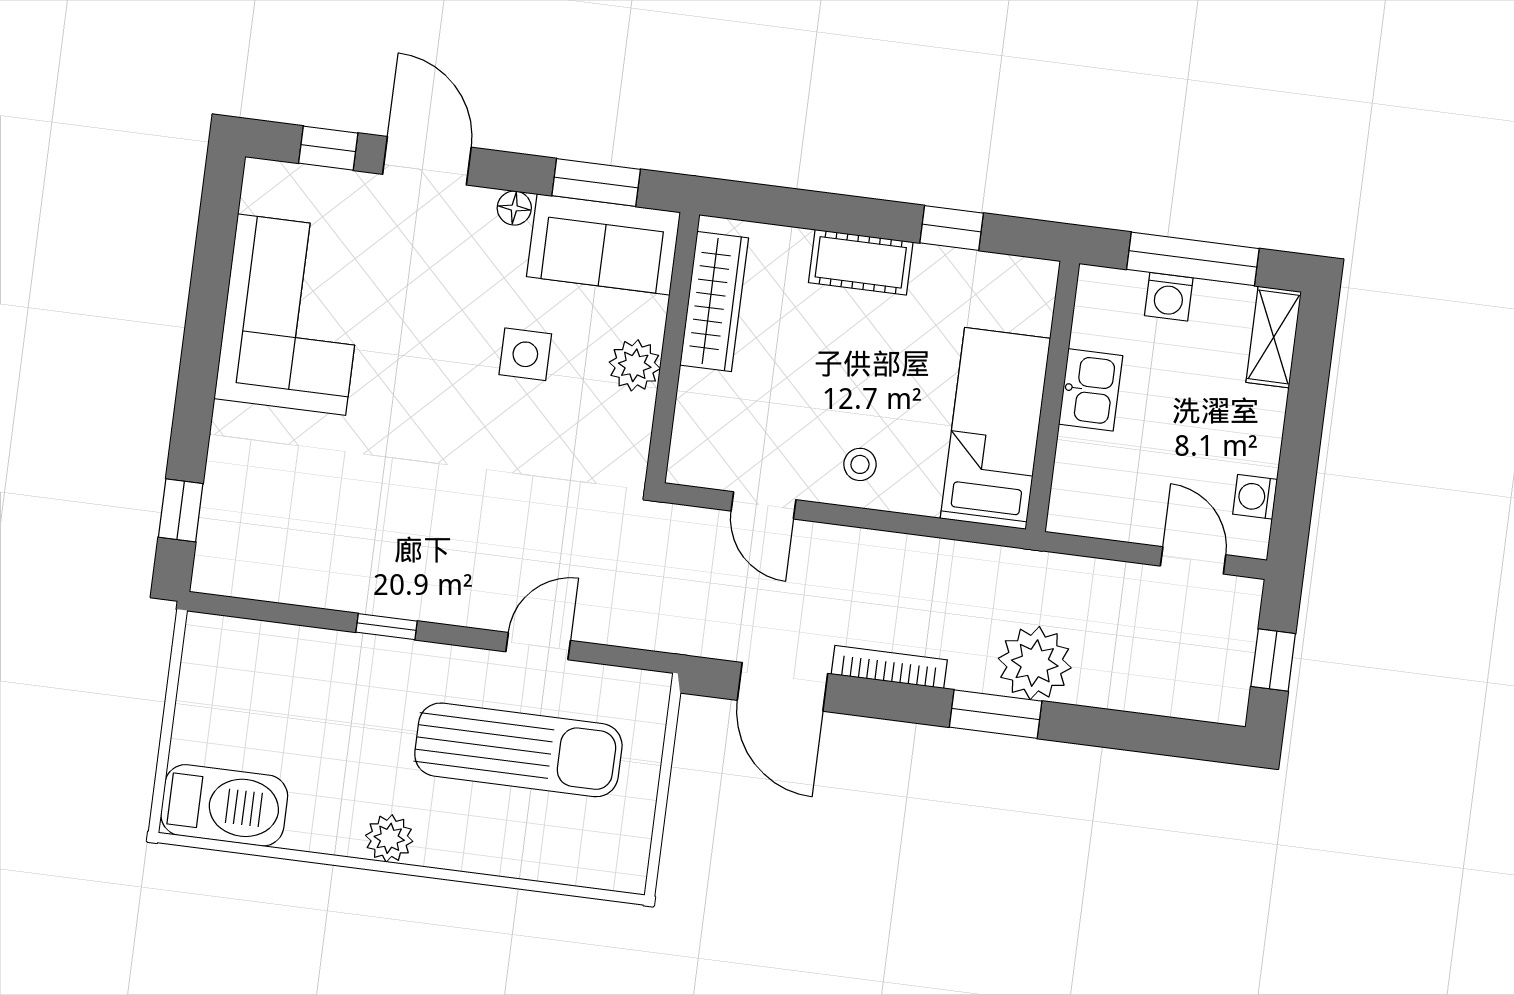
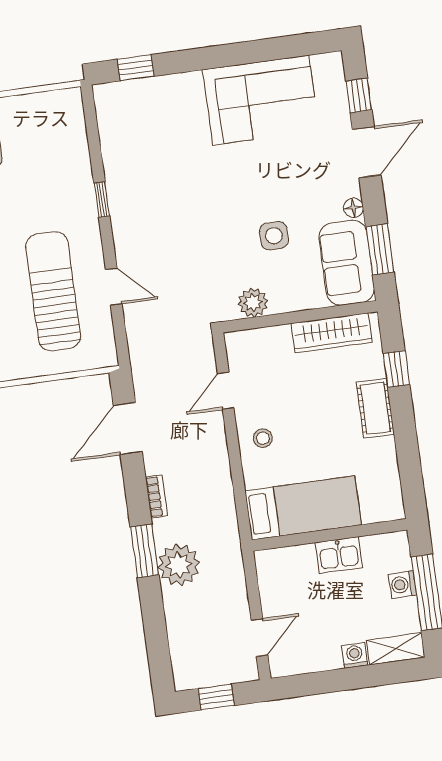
window: (952, 228) -> (396, 369), moved
plant: (635, 365) -> (253, 303), moved
washing machine: (1255, 497) -> (355, 655), moved
bookcase: (889, 667) -> (156, 496), width x0.64
sun lounger: (518, 750) -> (53, 291), turned 180

